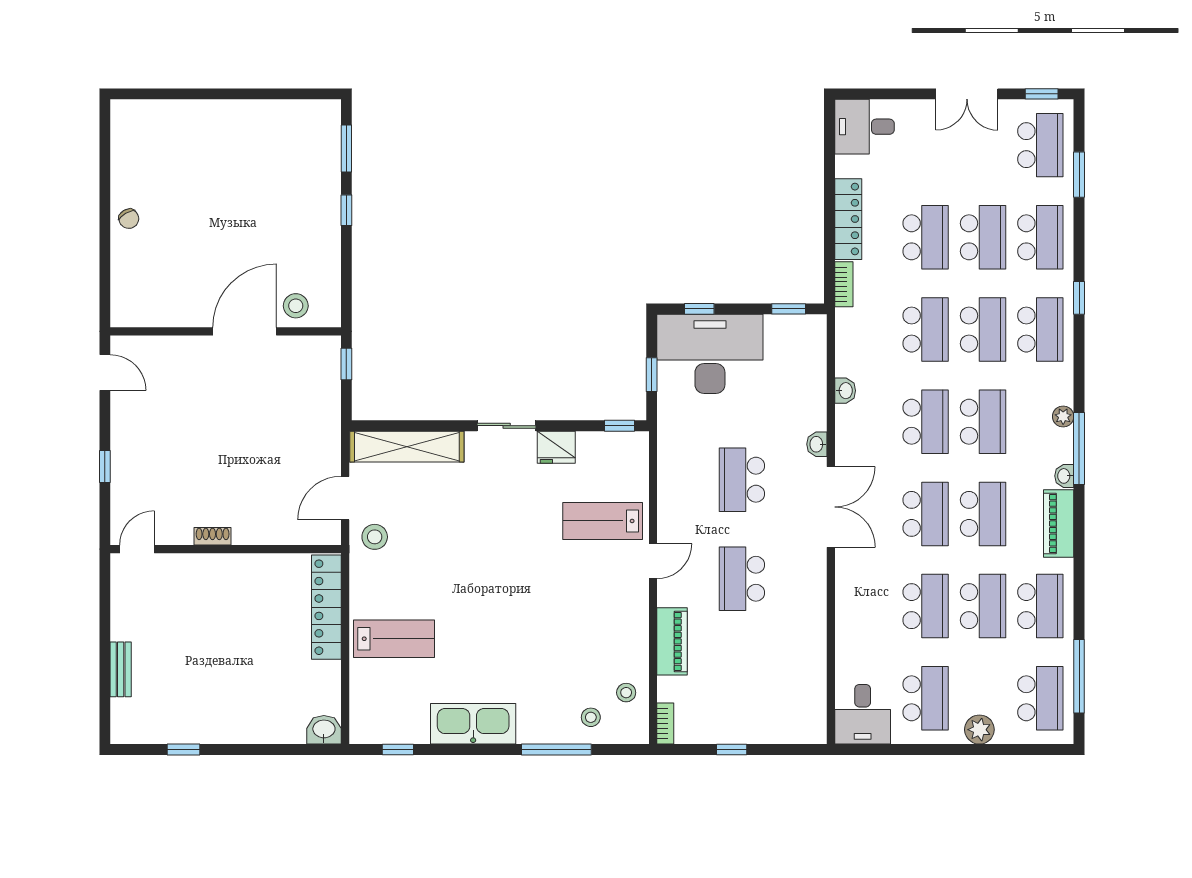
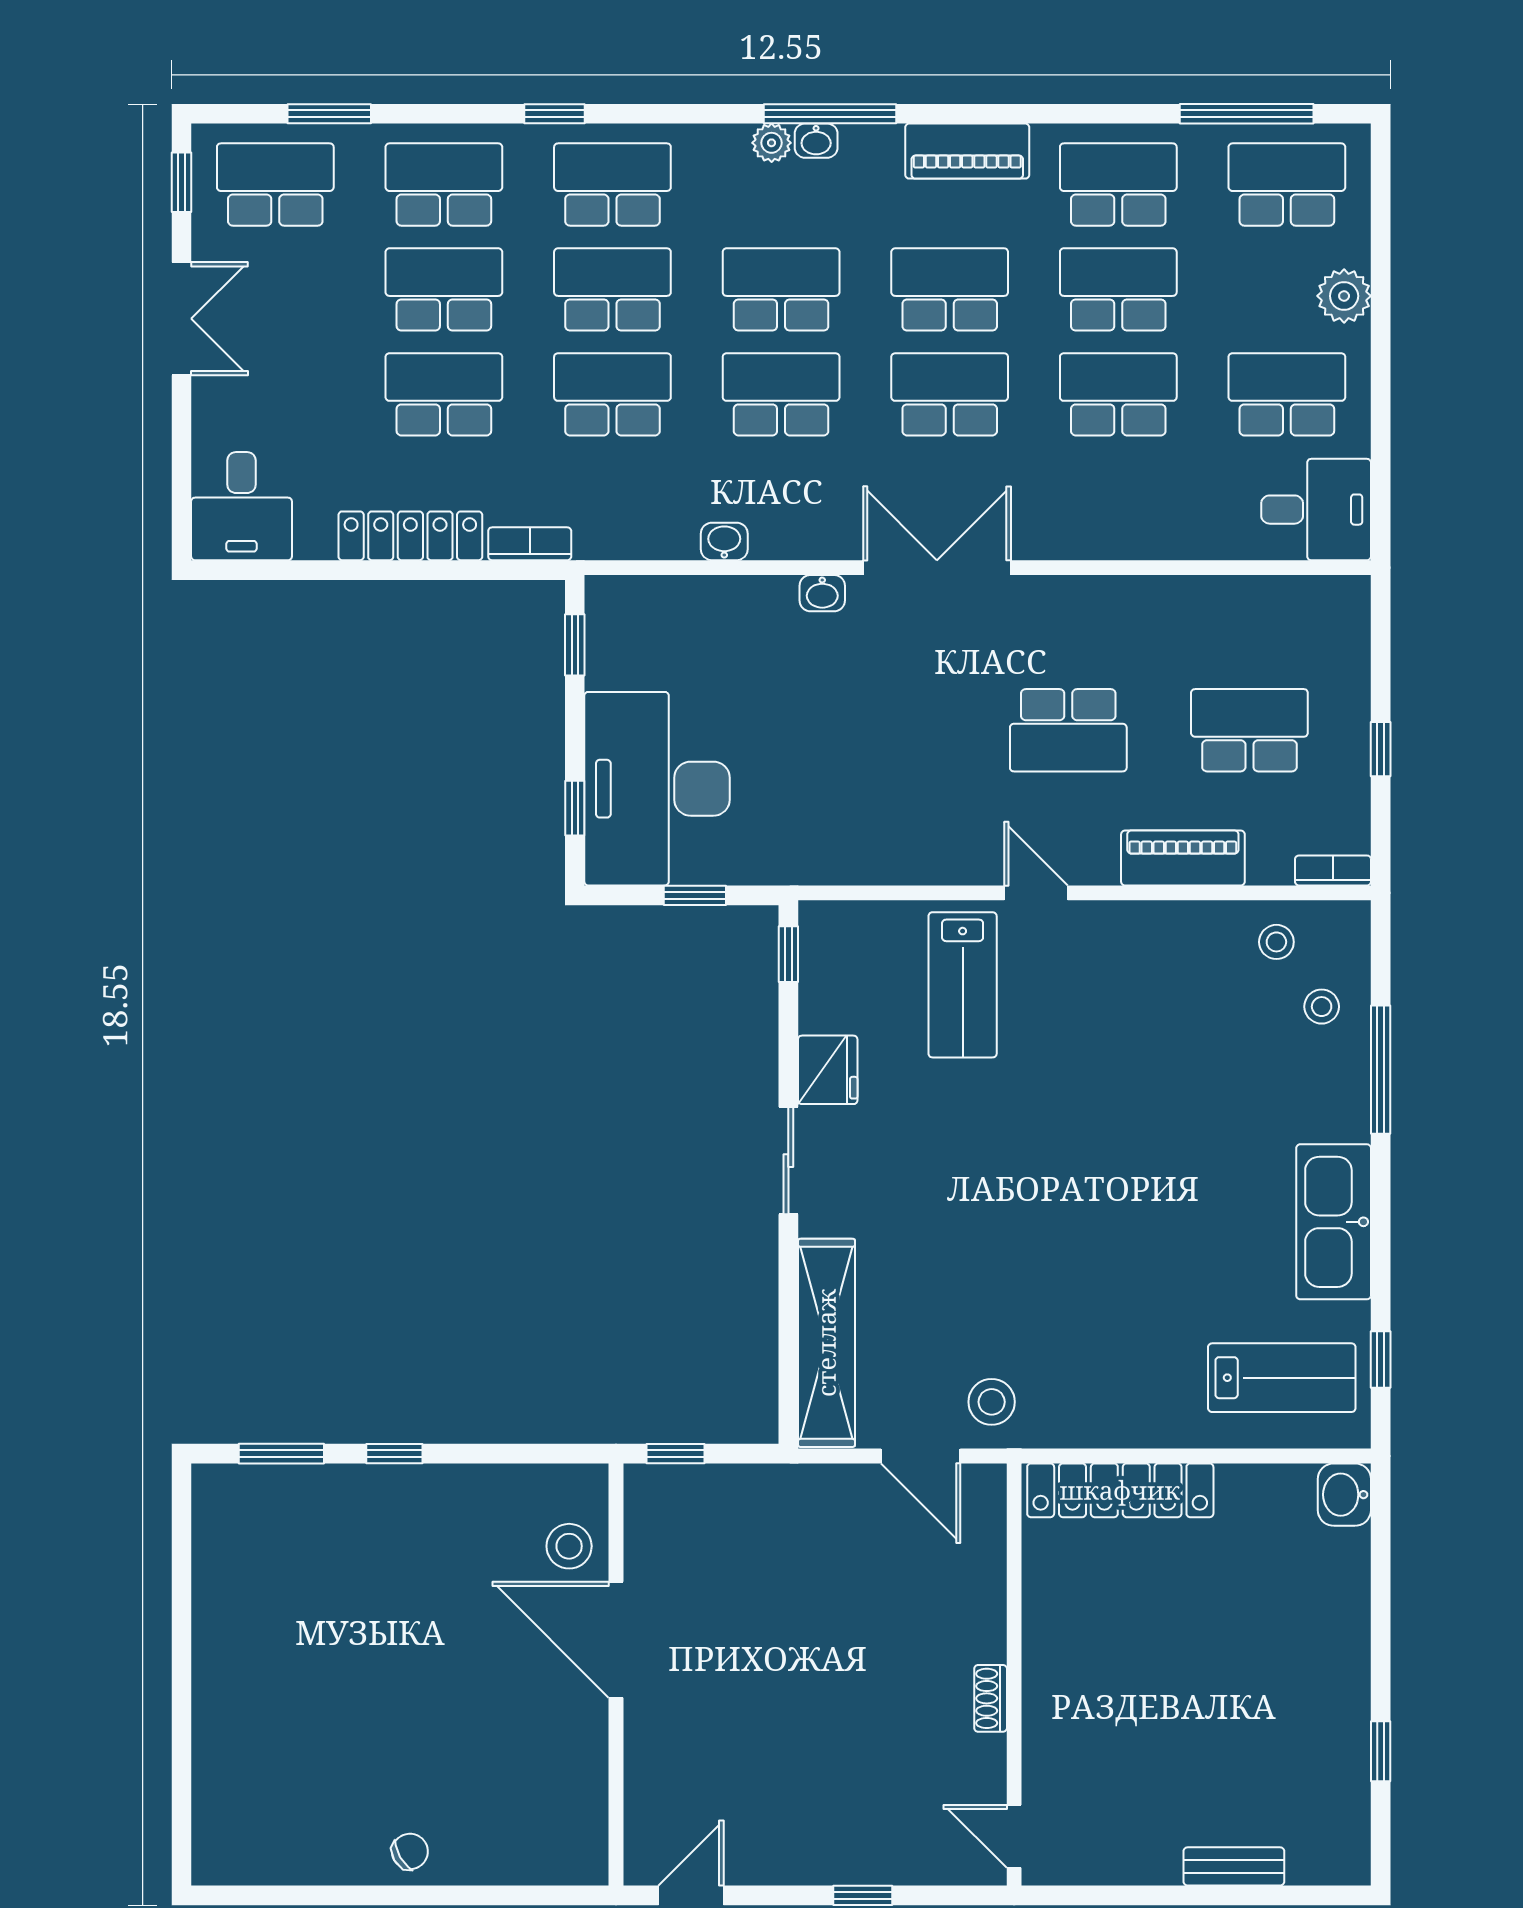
washbasin: (1064, 476) -> (816, 141), moved
school desk: (742, 480) -> (1249, 730), moved, turned 180
lab bench: (394, 639) -> (1282, 1378), moved, turned 90

